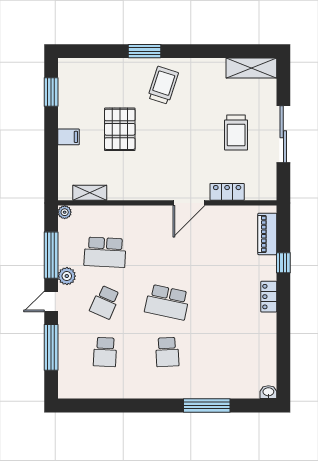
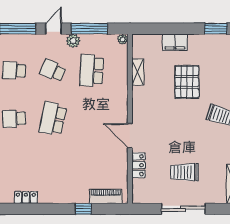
pallet: (120, 129) -> (187, 82), turned 90
filing cabinet: (69, 137) -> (175, 42), width x2.00
shelving: (90, 193) -> (138, 72), moved
locker: (269, 297) -> (26, 198), moved
door: (51, 301) -> (53, 29), hinge flipped

